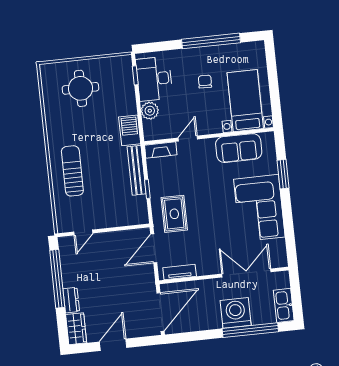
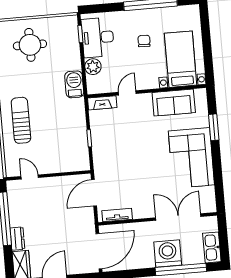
bench: (137, 170) -> (80, 121), removed
rug: (174, 214) -> (113, 162), removed
door: (83, 233) -> (30, 177), swing flipped

